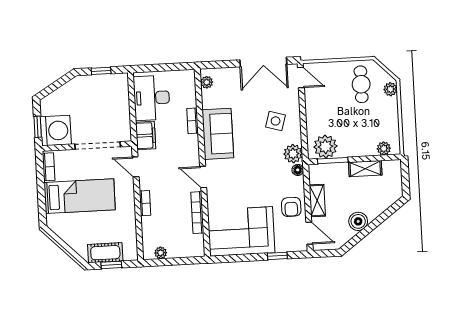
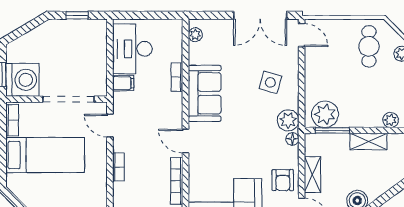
filing cabinet: (146, 136) -> (123, 83), width x0.50

